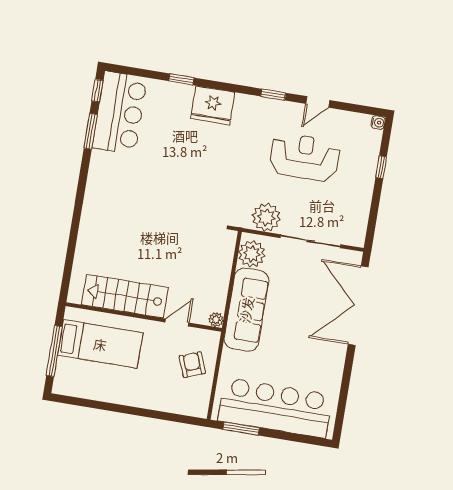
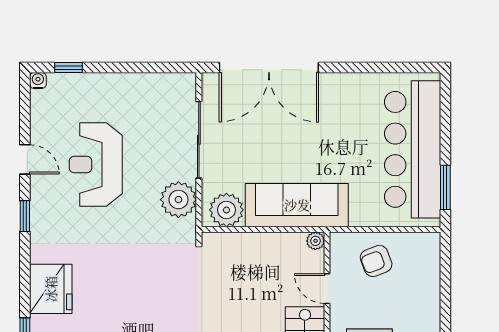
window: (381, 167) -> (69, 67), moved

